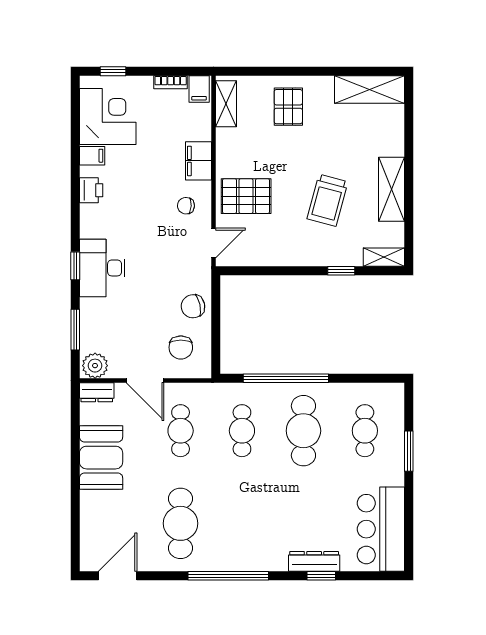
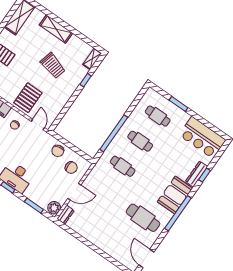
shelving: (391, 189) -> (56, 29), moved
cafe table: (181, 431) -> (105, 191), removed
cafe table: (303, 431) -> (140, 141), width x0.73, depth x0.74
booth: (101, 458) -> (175, 195), moved, turned 90

